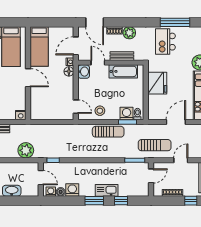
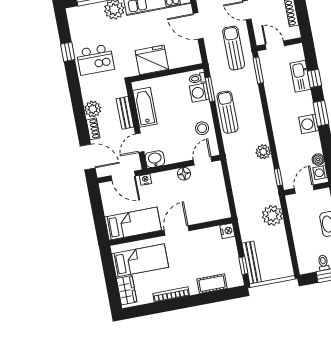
door: (95, 22) -> (88, 157), hinge flipped
window: (175, 22) -> (68, 52), width x0.46
floor lamp: (69, 71) -> (184, 174), moved
plant: (74, 153) -> (263, 152), added
washing machine: (72, 190) -> (309, 124), moved
kitchen sink: (107, 190) -> (300, 76), moved

